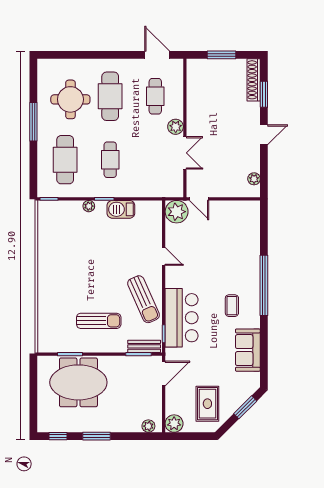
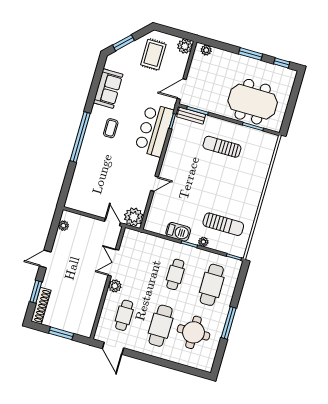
door: (164, 256) -> (154, 184), swing flipped
sun lounger: (143, 299) -> (223, 224), moved, turned 114

